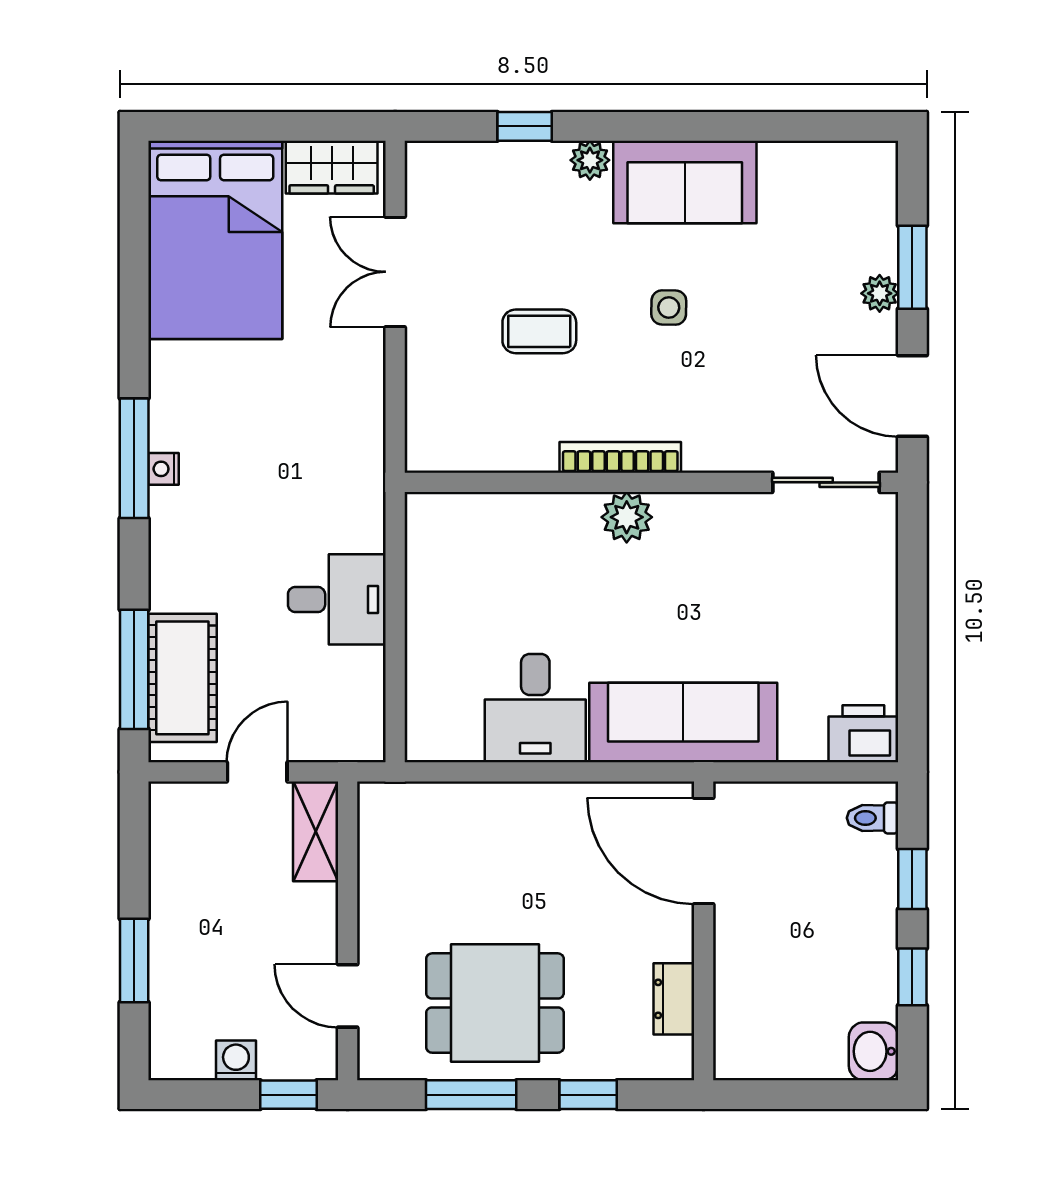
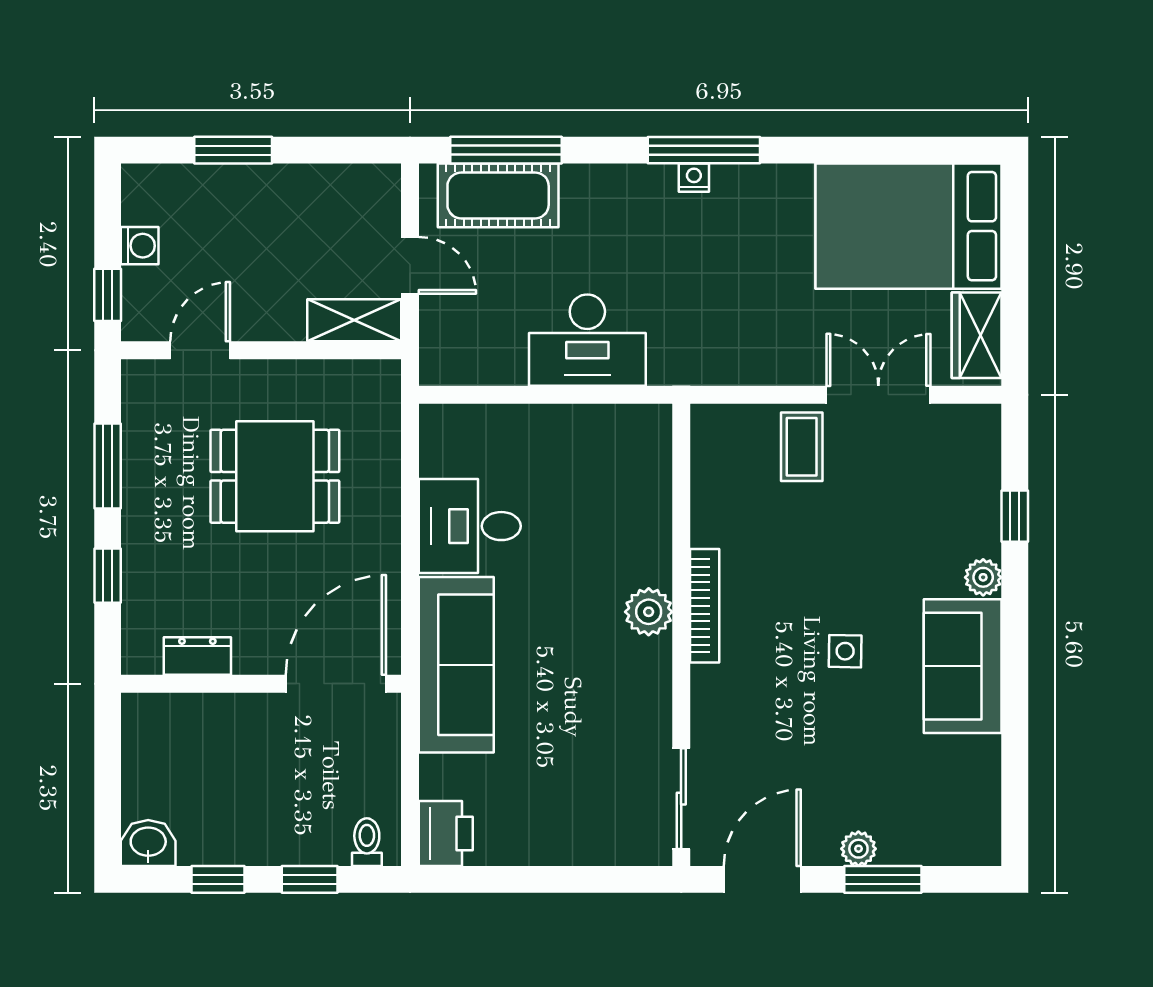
coffee table: (539, 331) -> (802, 447), moved
desk: (337, 599) -> (587, 340), width x1.37
dining table: (495, 1003) -> (275, 476), moved, turned 90

